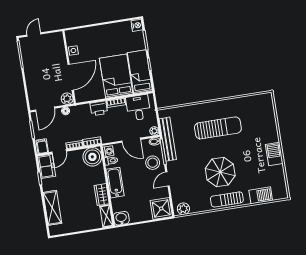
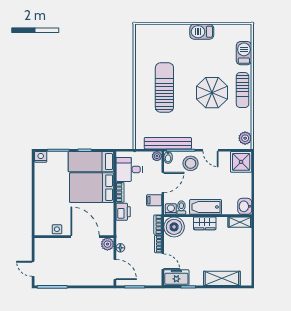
filing cabinet: (42, 146) -> (154, 200), moved
wardrobe: (102, 195) -> (205, 223), moved

